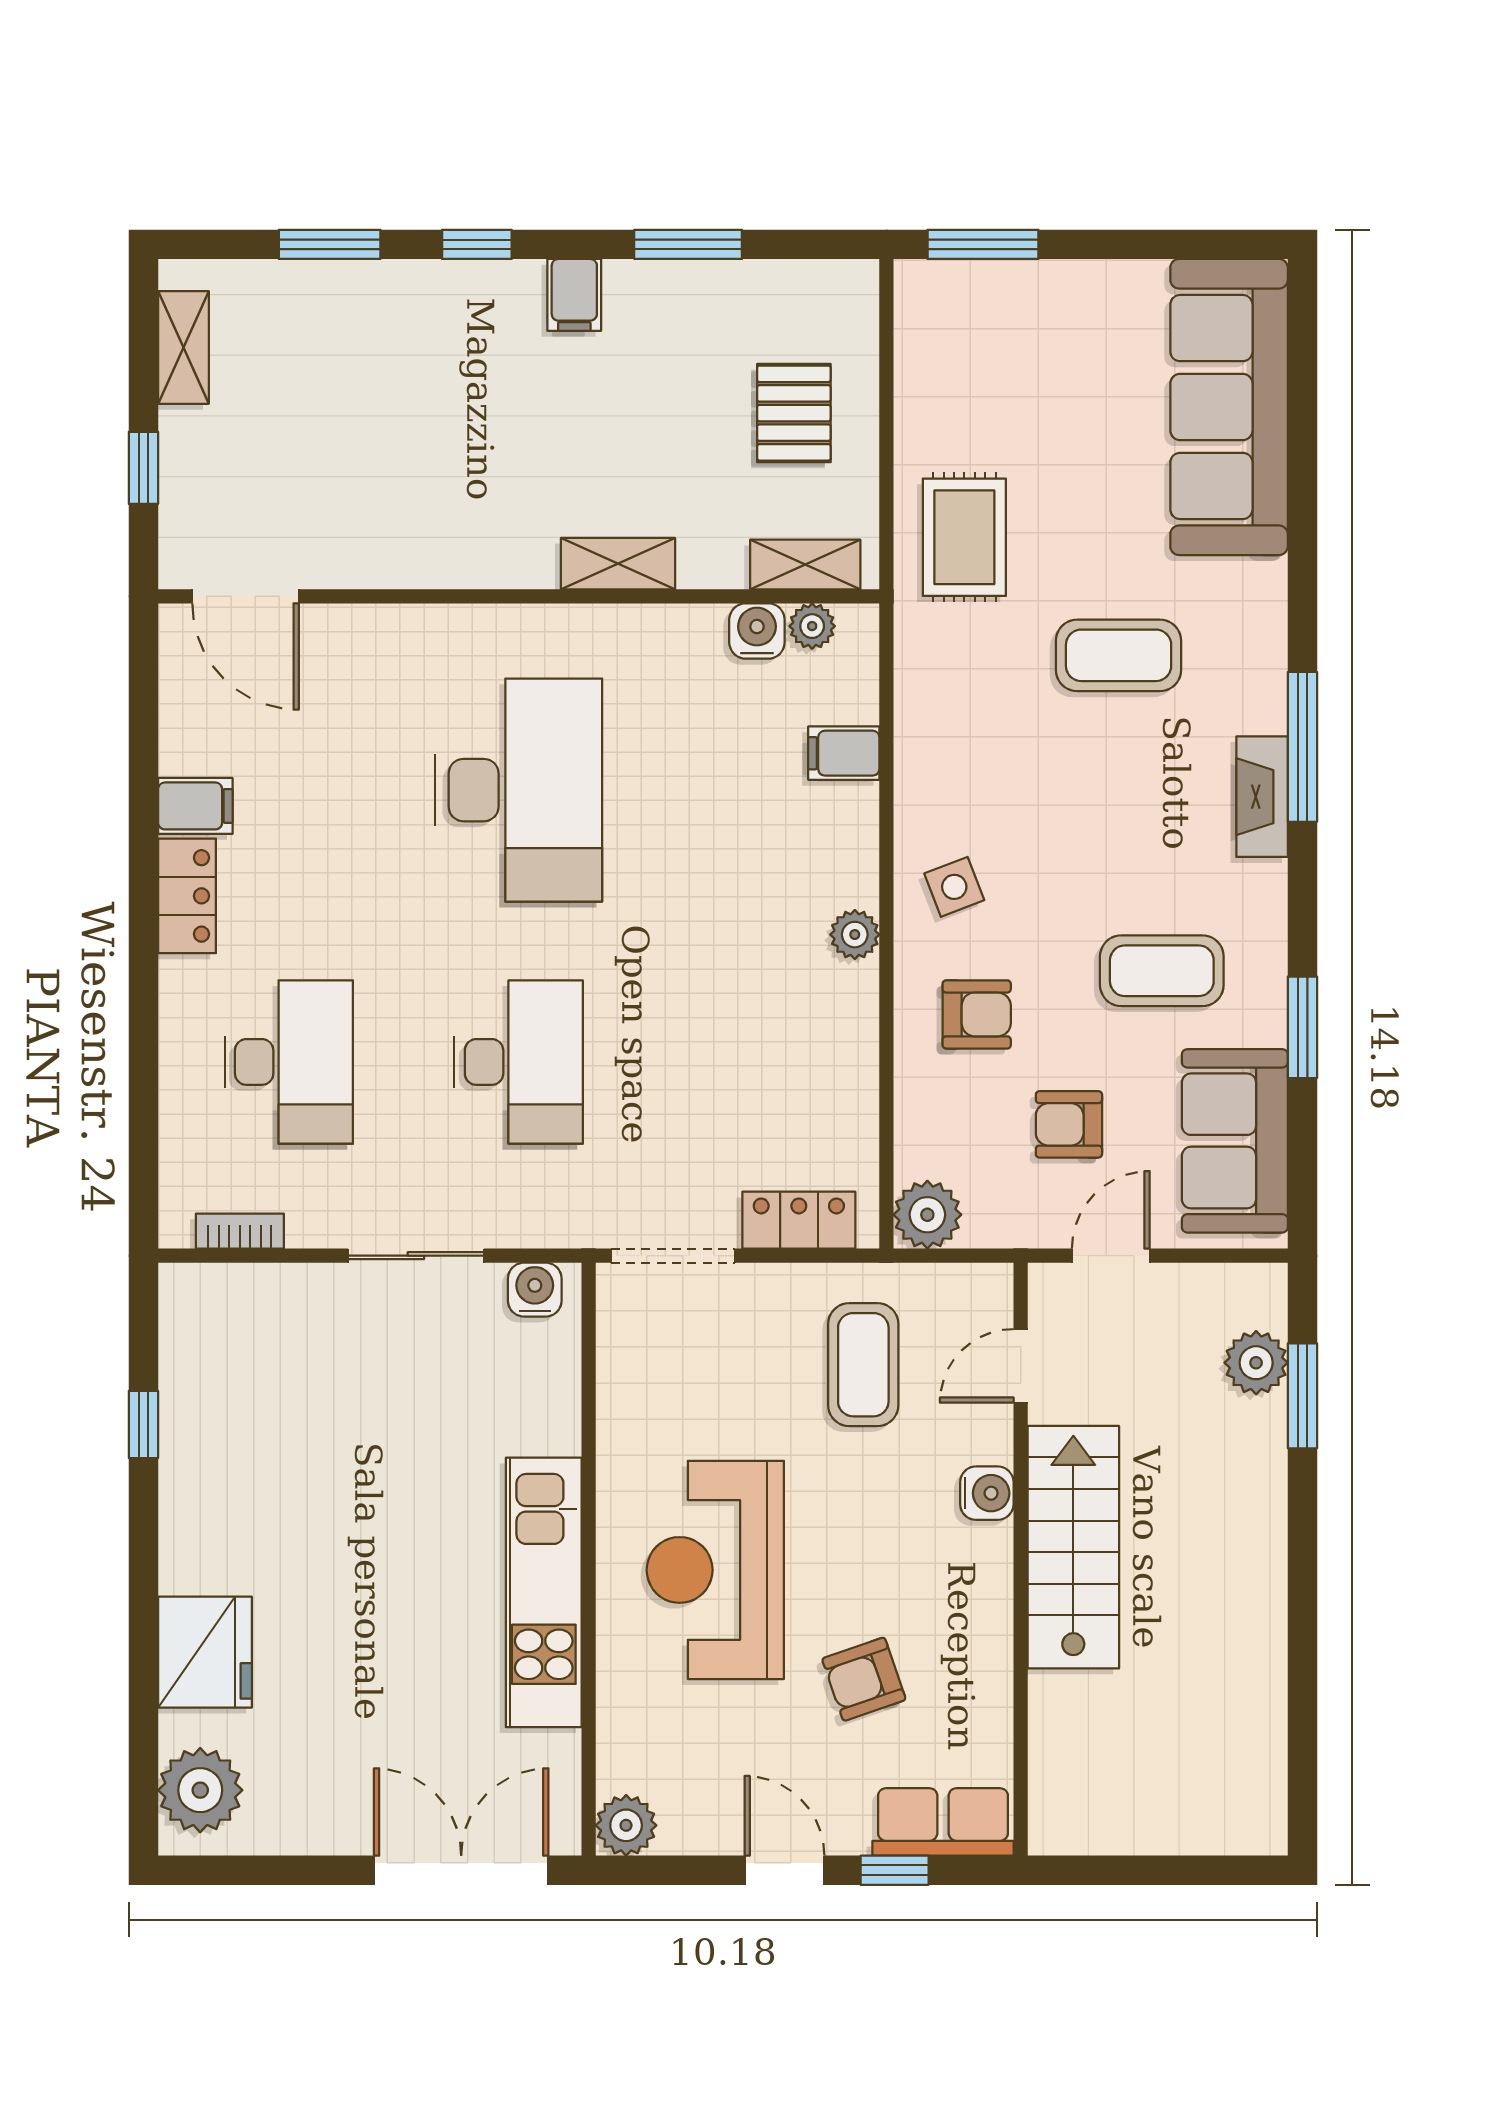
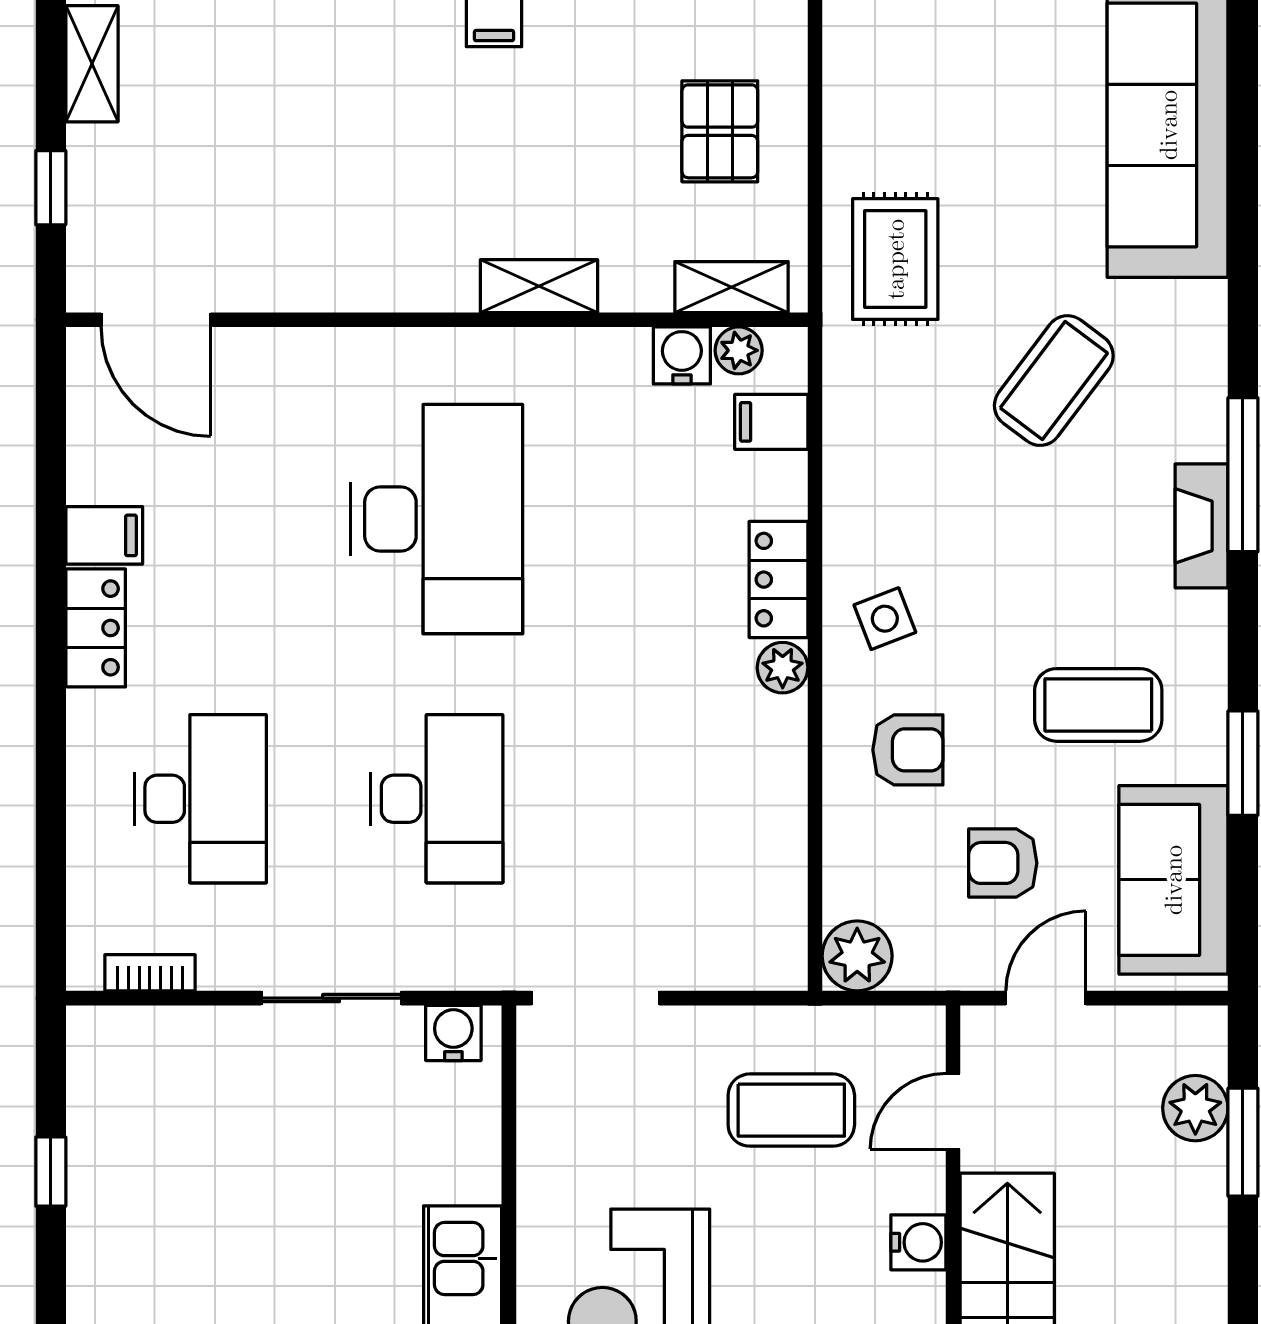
coffee table: (1119, 655) -> (1054, 381), turned -53
filing cabinet: (844, 753) -> (771, 422), moved
locker: (799, 1220) -> (778, 580), moved, turned -90
coffee table: (863, 1365) -> (791, 1110), turned 90

